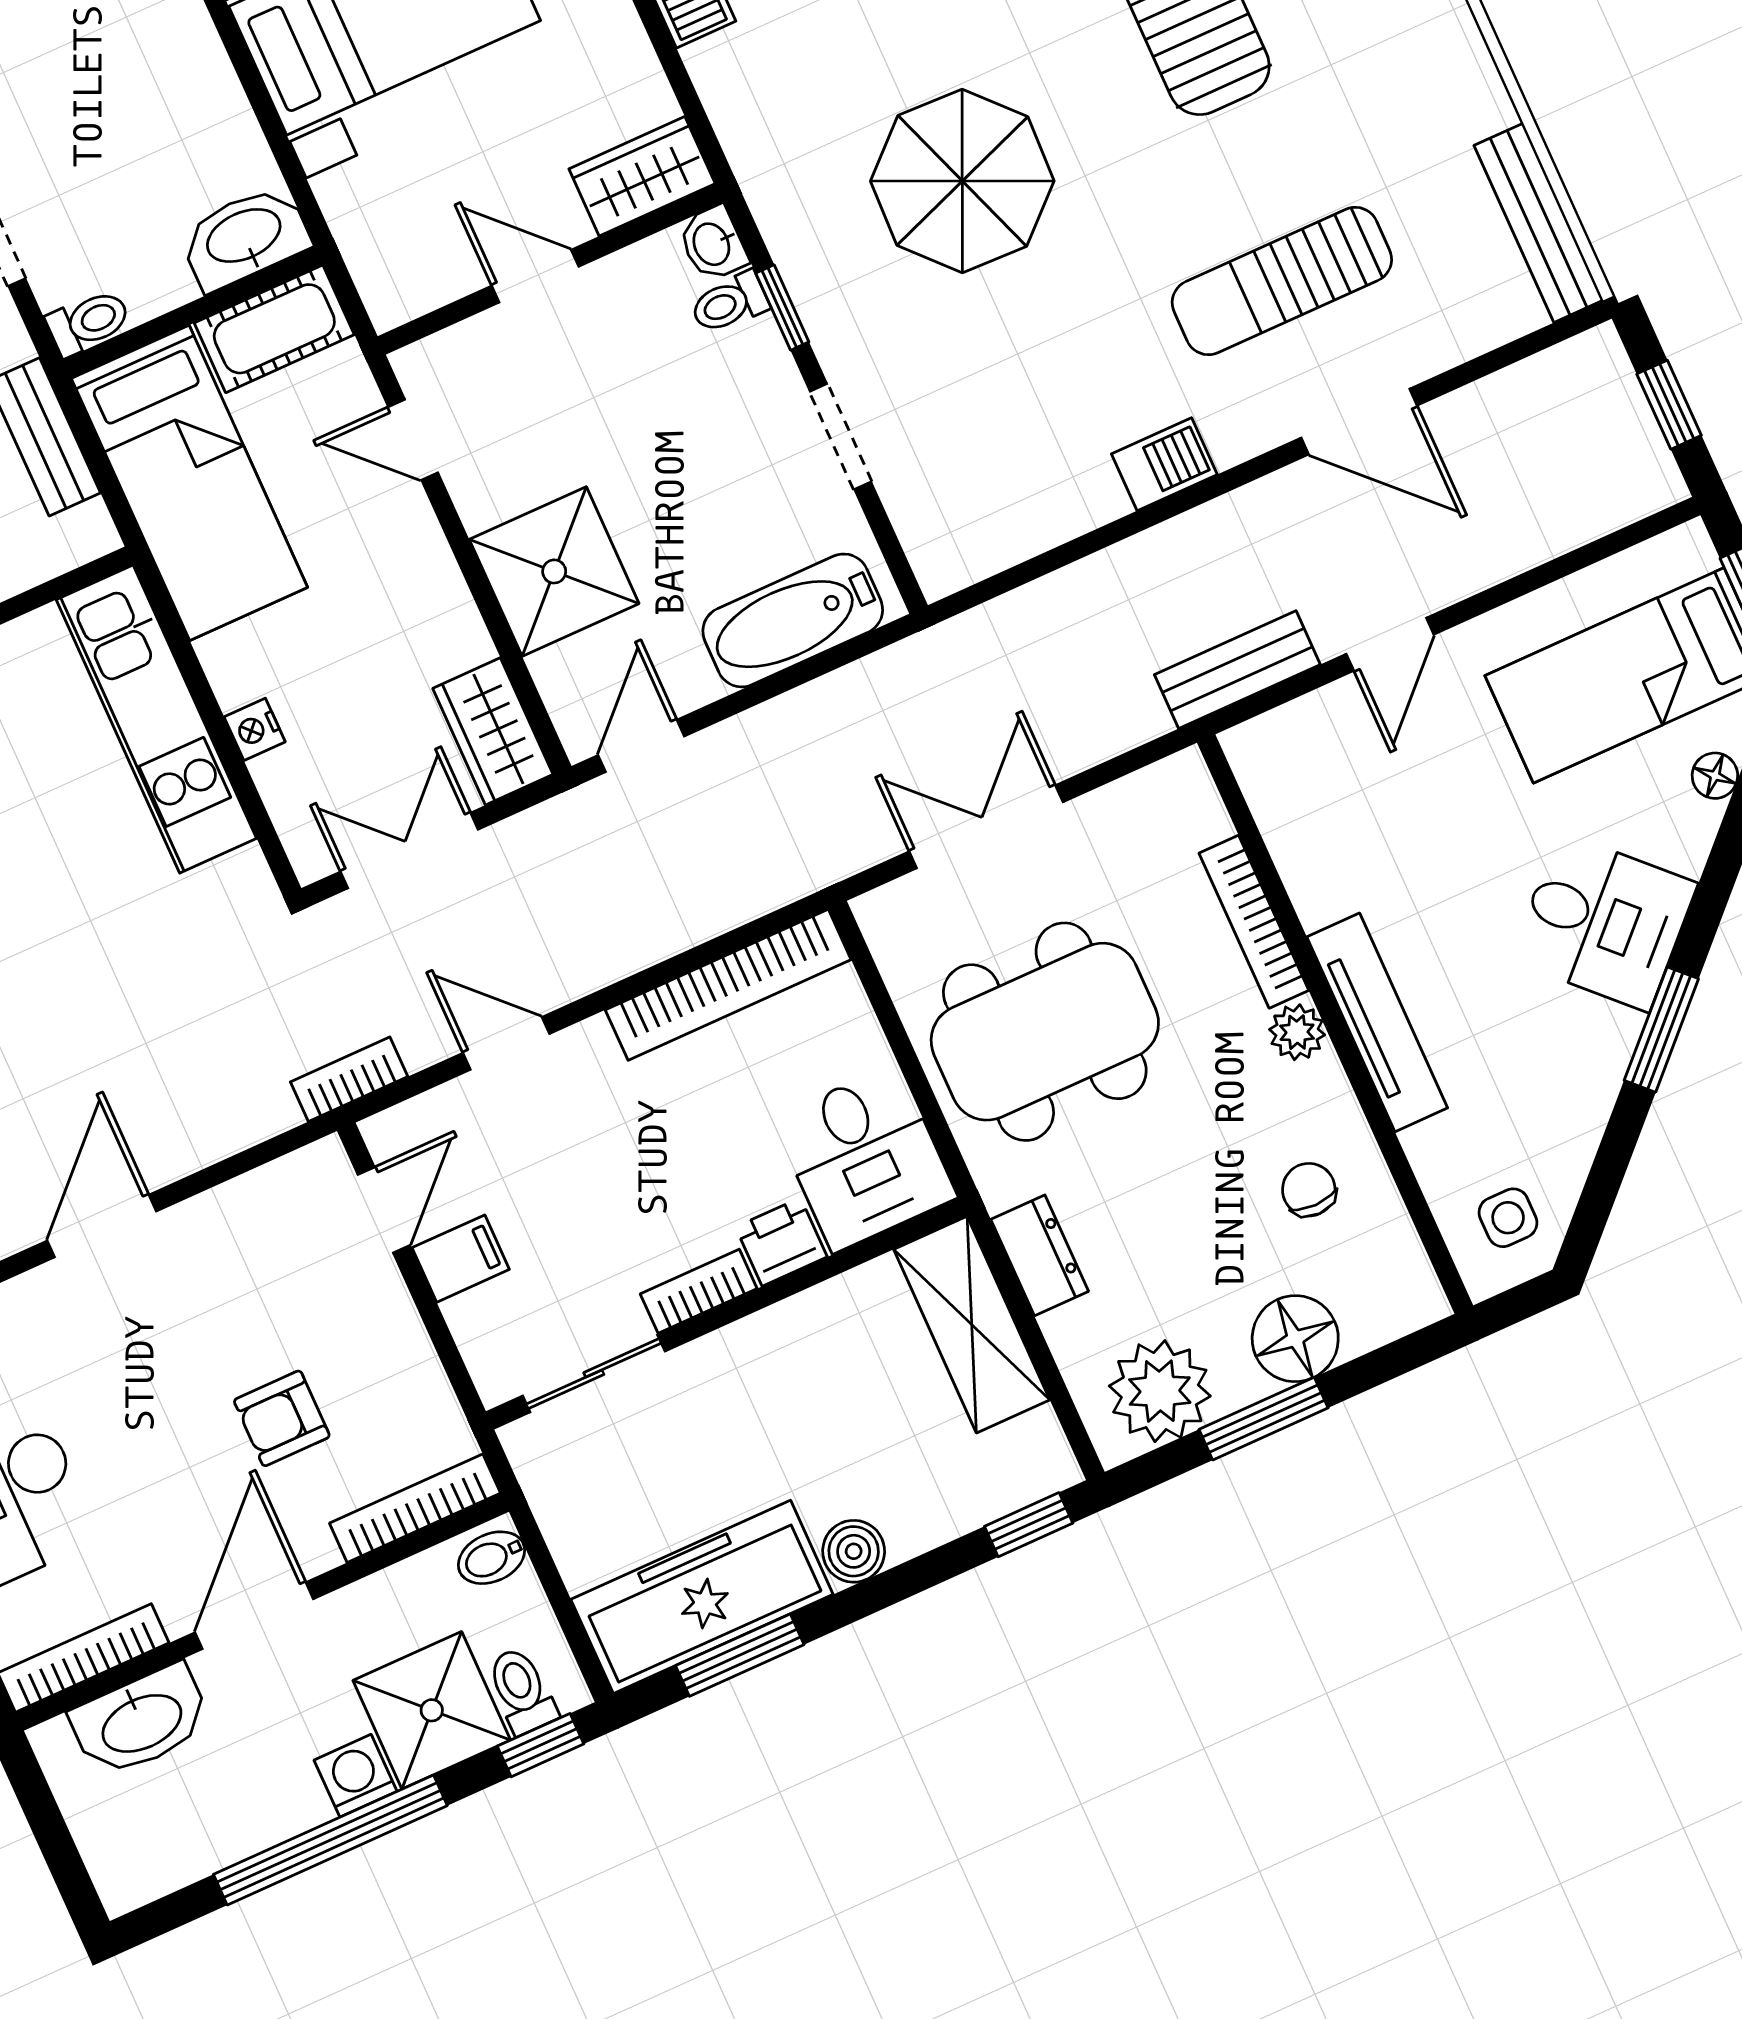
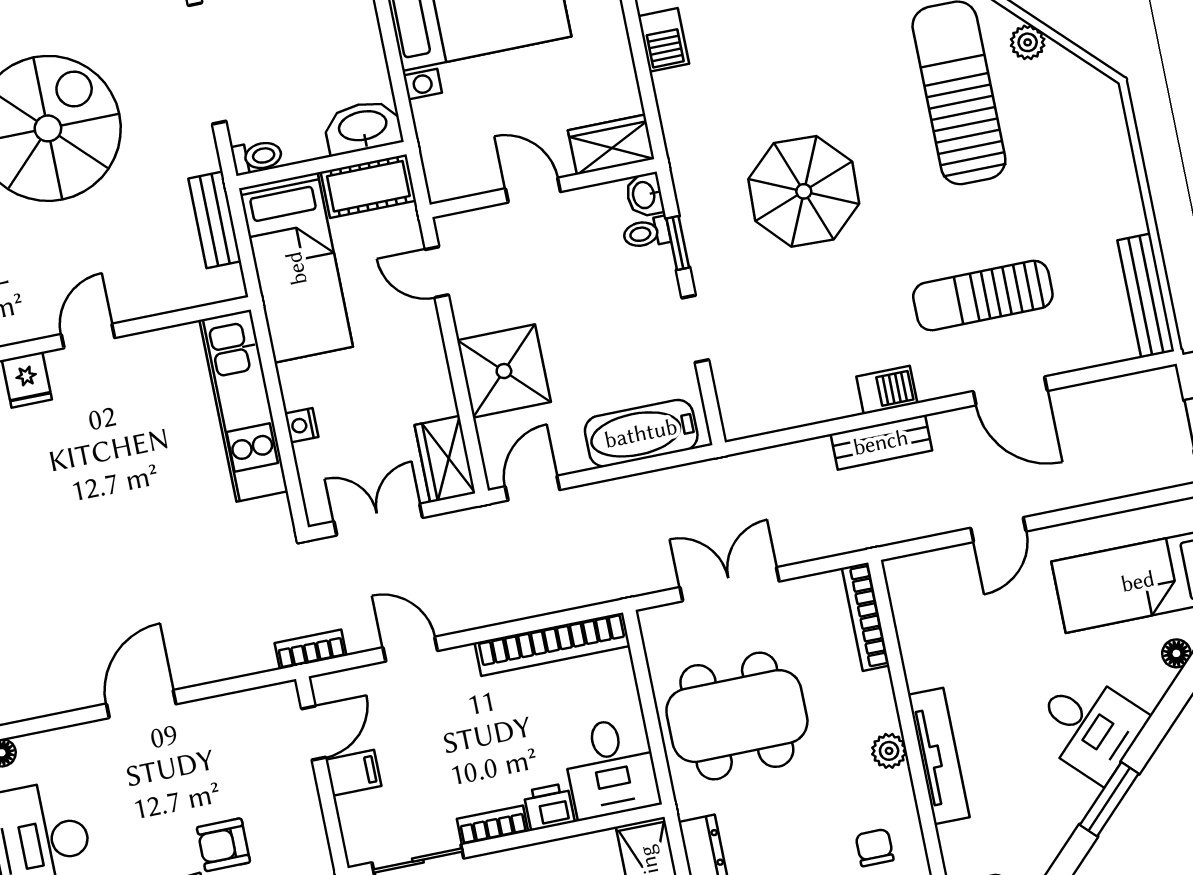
bench: (1237, 670) -> (881, 442), moved
bookcase: (1254, 922) -> (866, 617), moved

